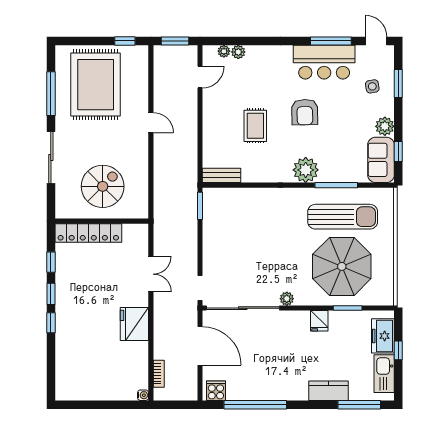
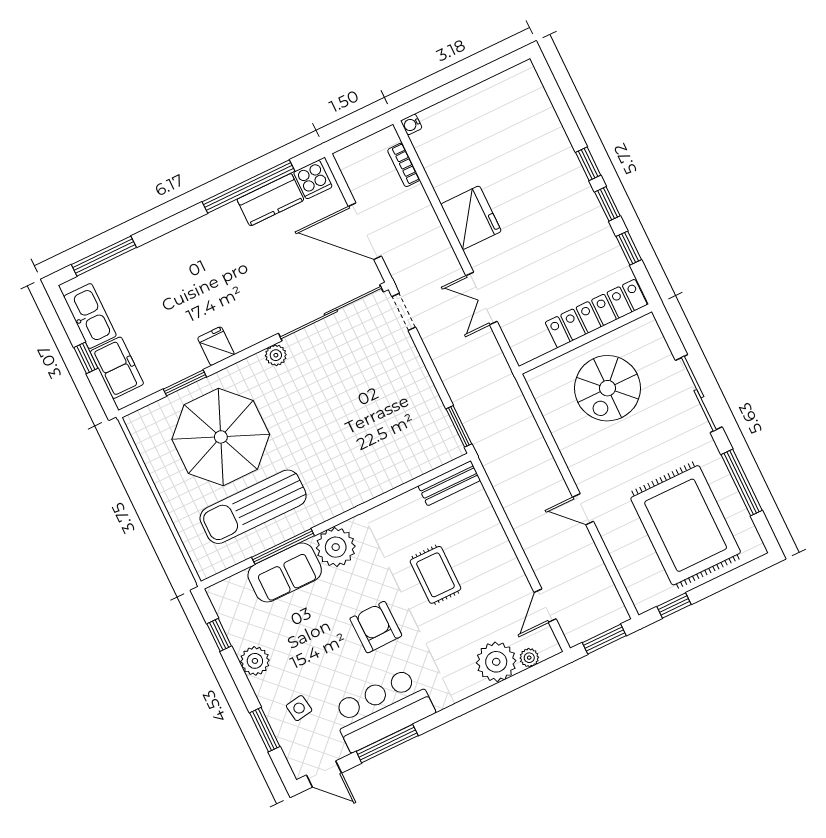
plant: (238, 52) -> (496, 662), width x1.87, depth x1.87
sofa: (381, 160) -> (285, 572), moved, turned 90
kitchen counter: (329, 391) -> (271, 200), moved

